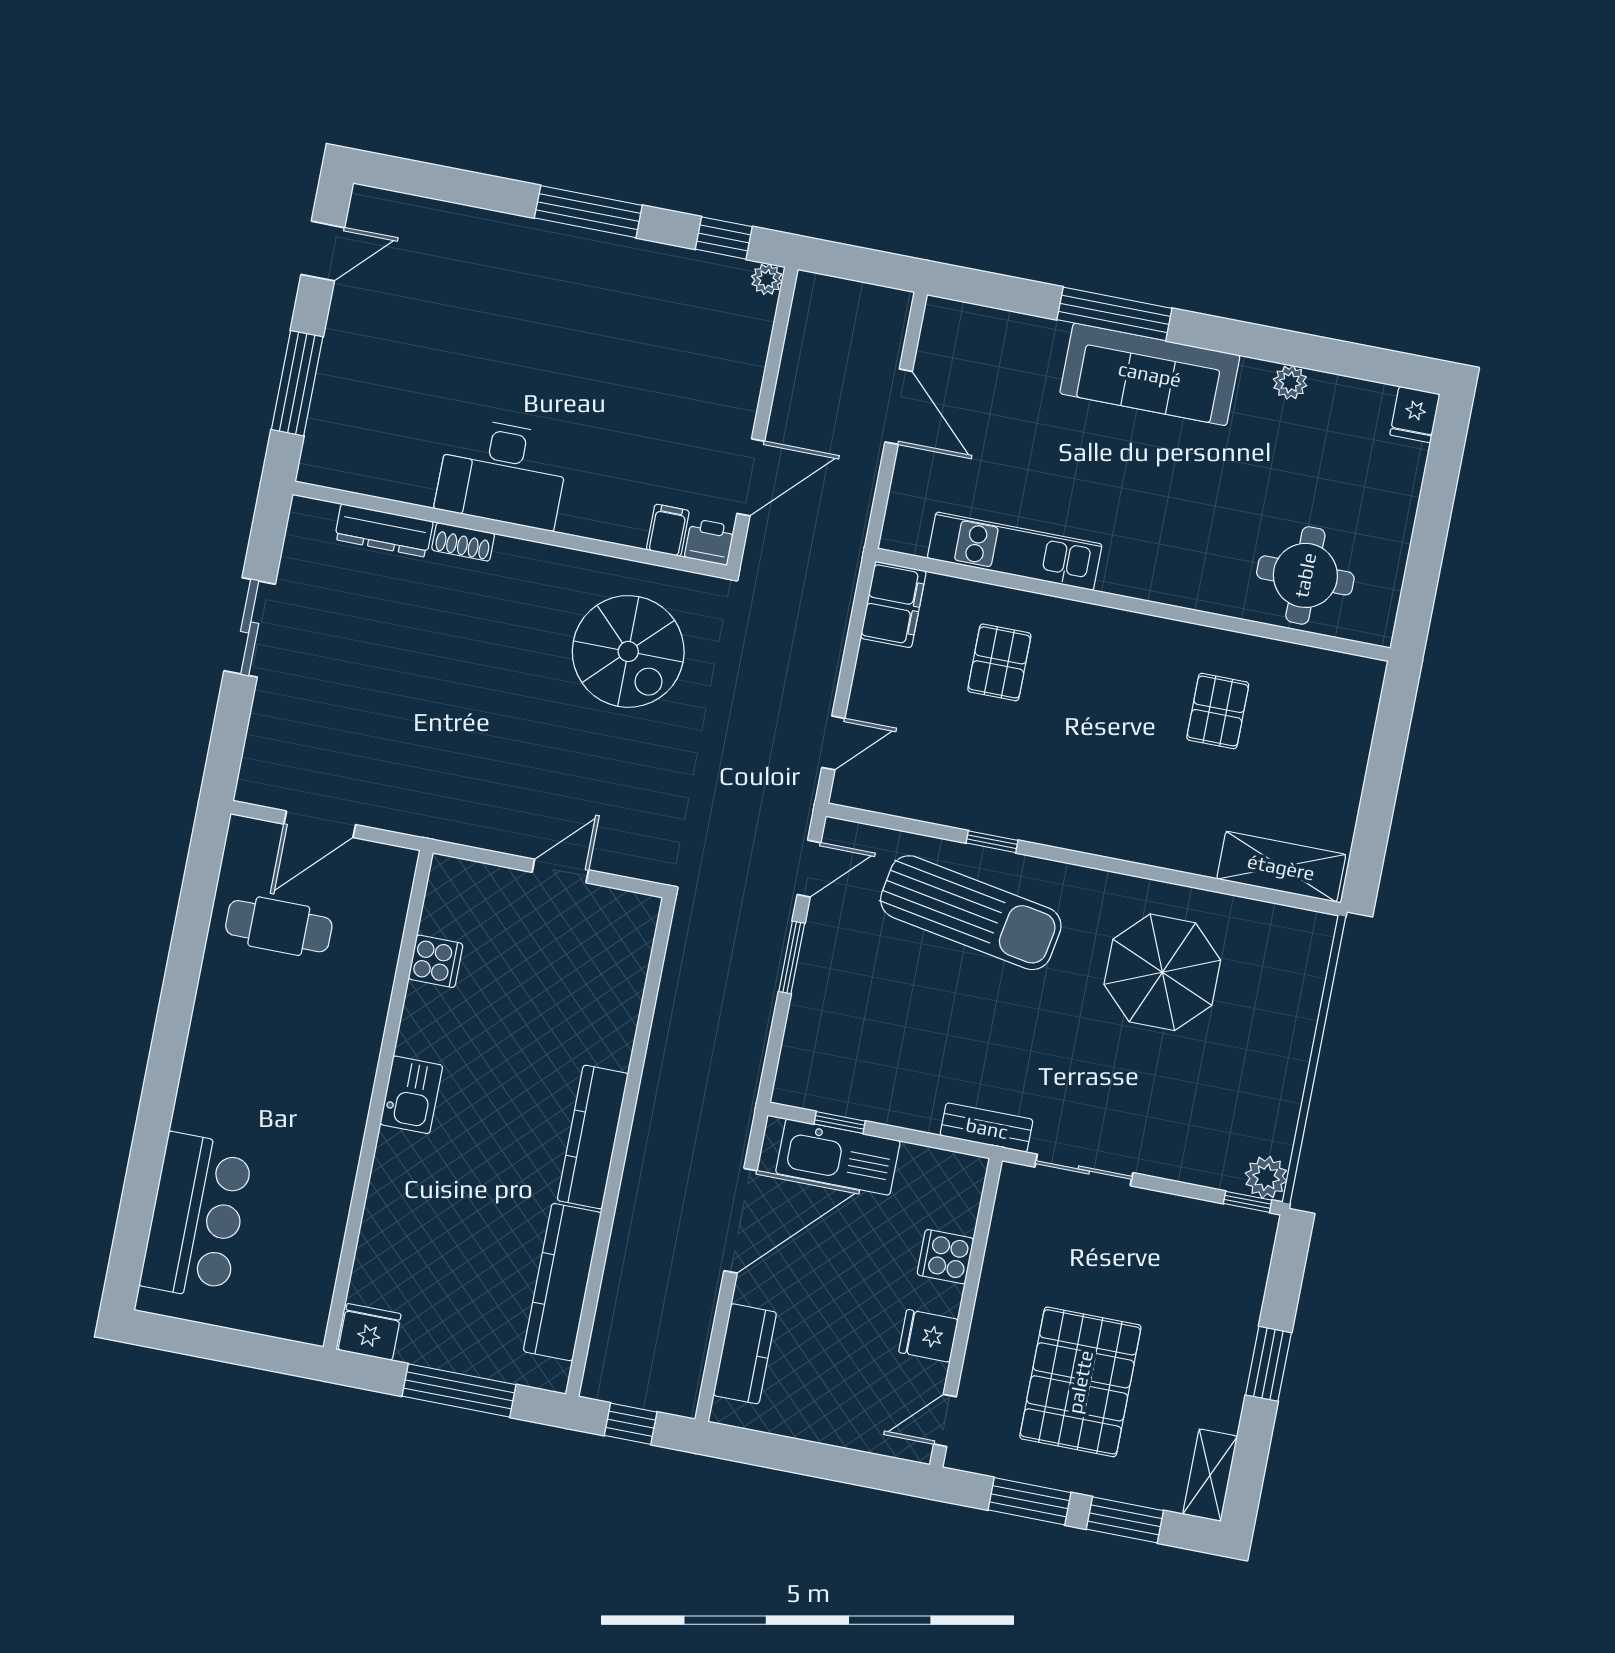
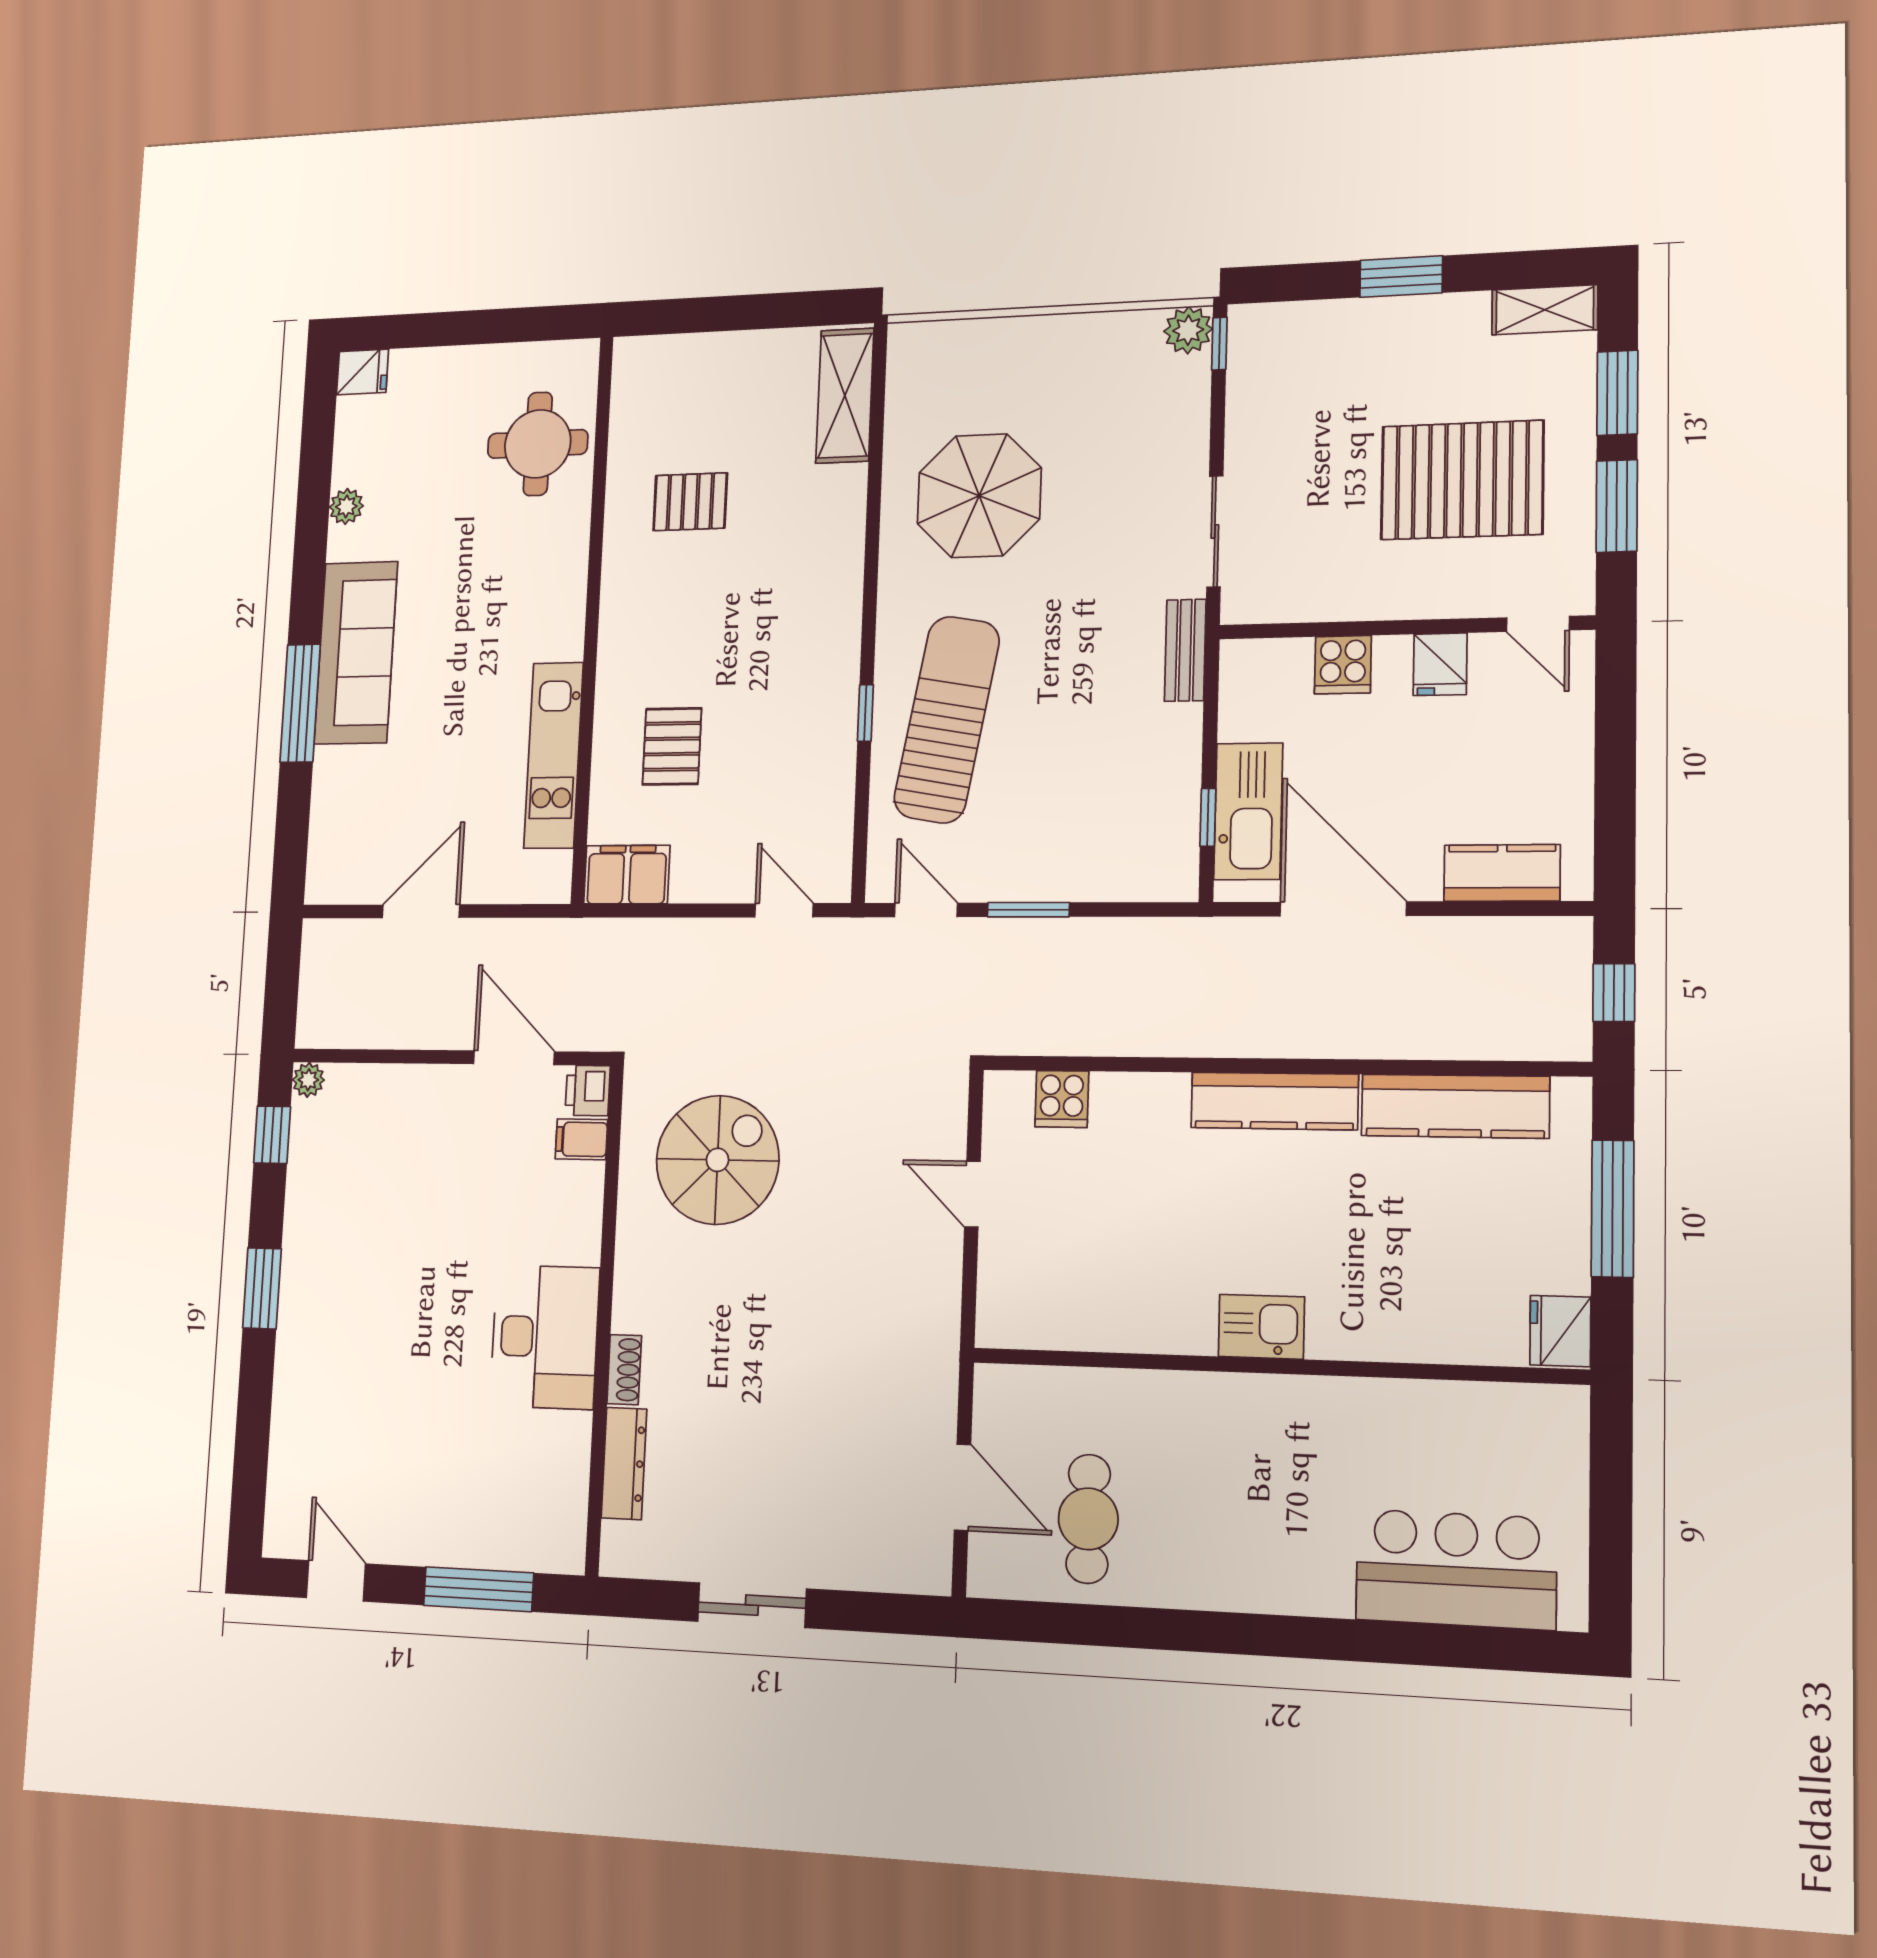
window: (588, 212) -> (262, 1288), width x0.69
pallet: (999, 662) -> (672, 746), turned 90
cooker: (436, 961) -> (1062, 1099), moved, turned 180

